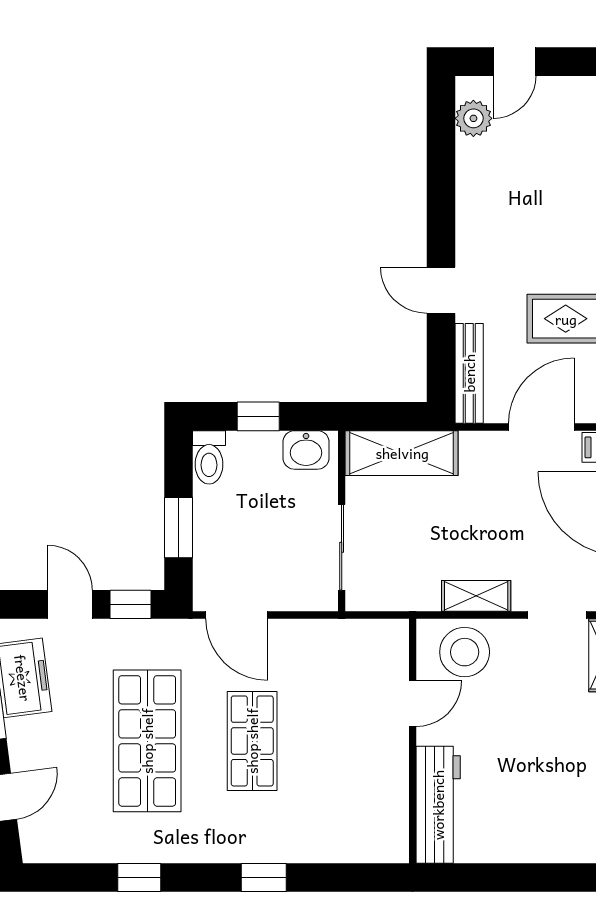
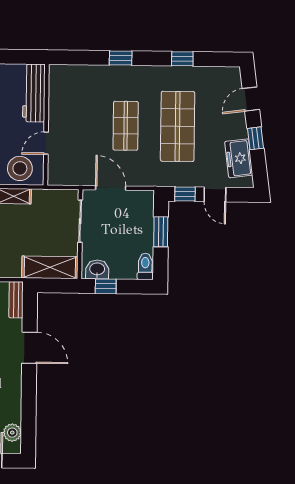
door: (441, 290) -> (29, 348), width x1.38
bench: (469, 373) -> (16, 300), width x0.73
window: (258, 416) -> (106, 286), moved
door: (236, 615) -> (111, 188), moved

